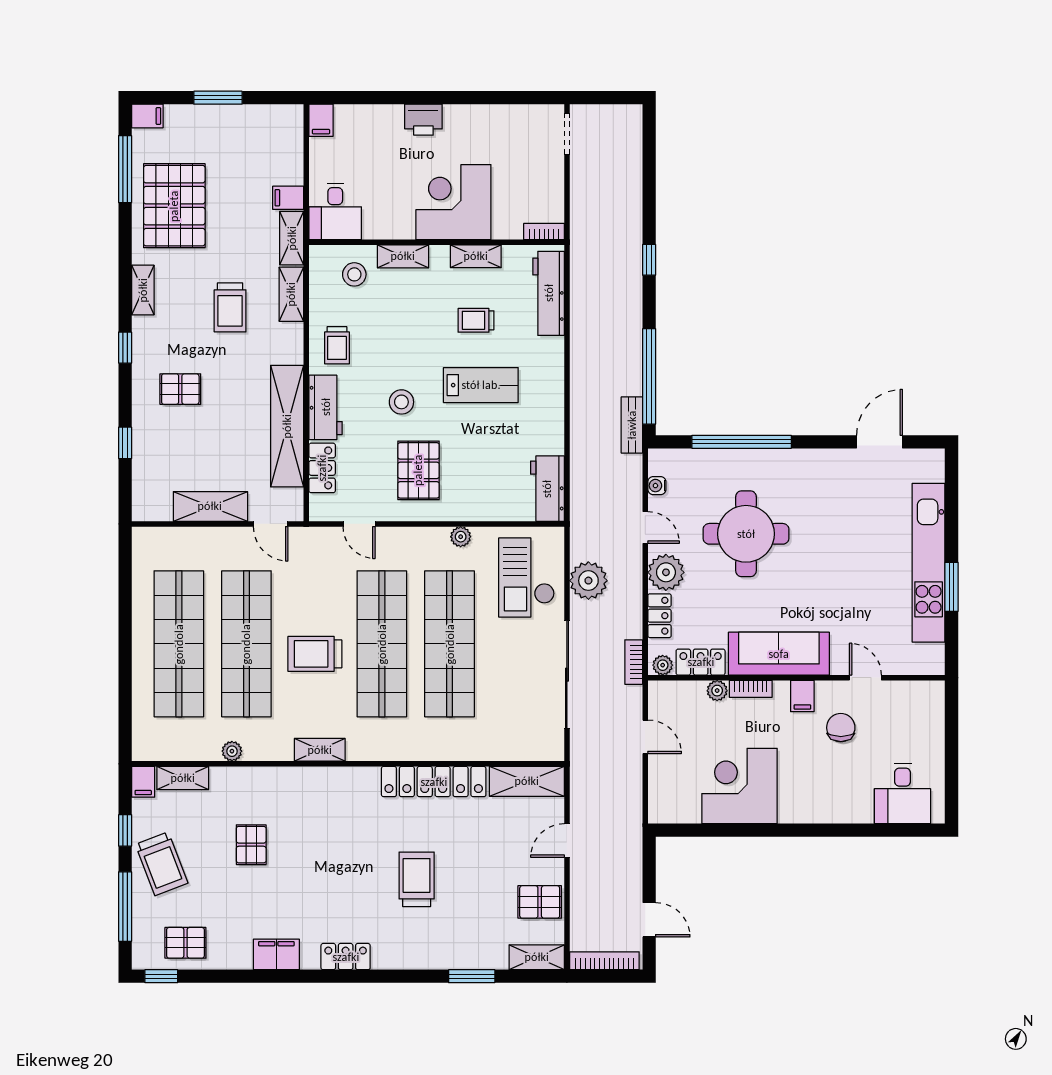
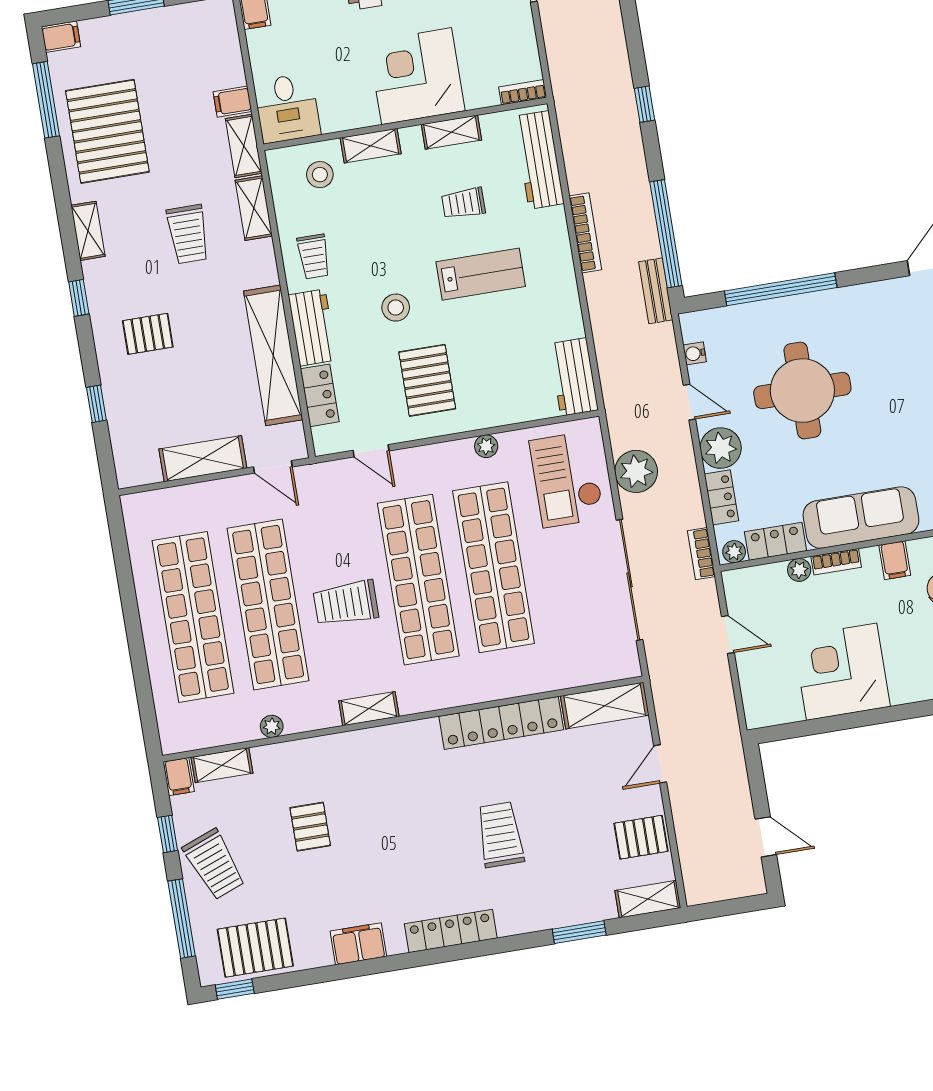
pallet: (185, 943) -> (255, 948), width x1.50, depth x1.42
locker: (346, 957) -> (451, 931), width x1.53
bookcase: (604, 961) -> (585, 233), moved, turned 90

